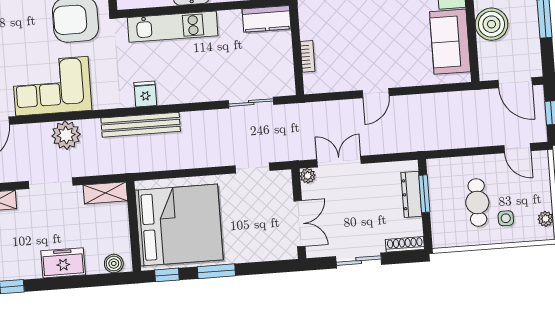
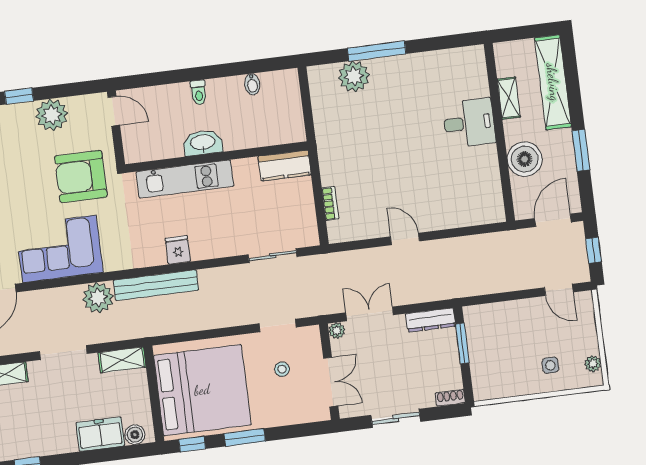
sofa: (450, 42) -> (481, 180), removed
door: (515, 83) -> (553, 220), swing flipped
door: (376, 93) -> (405, 239), swing flipped
fridge: (145, 94) -> (178, 250), moved
plant: (66, 135) -> (98, 298), moved
dresser: (411, 194) -> (430, 320), moved, turned -90
cafe table: (477, 202) -> (519, 350), removed
stool: (254, 209) -> (282, 369), added
shoe rack: (405, 244) -> (450, 398), width x0.70
freezer: (63, 263) -> (100, 434), moved

